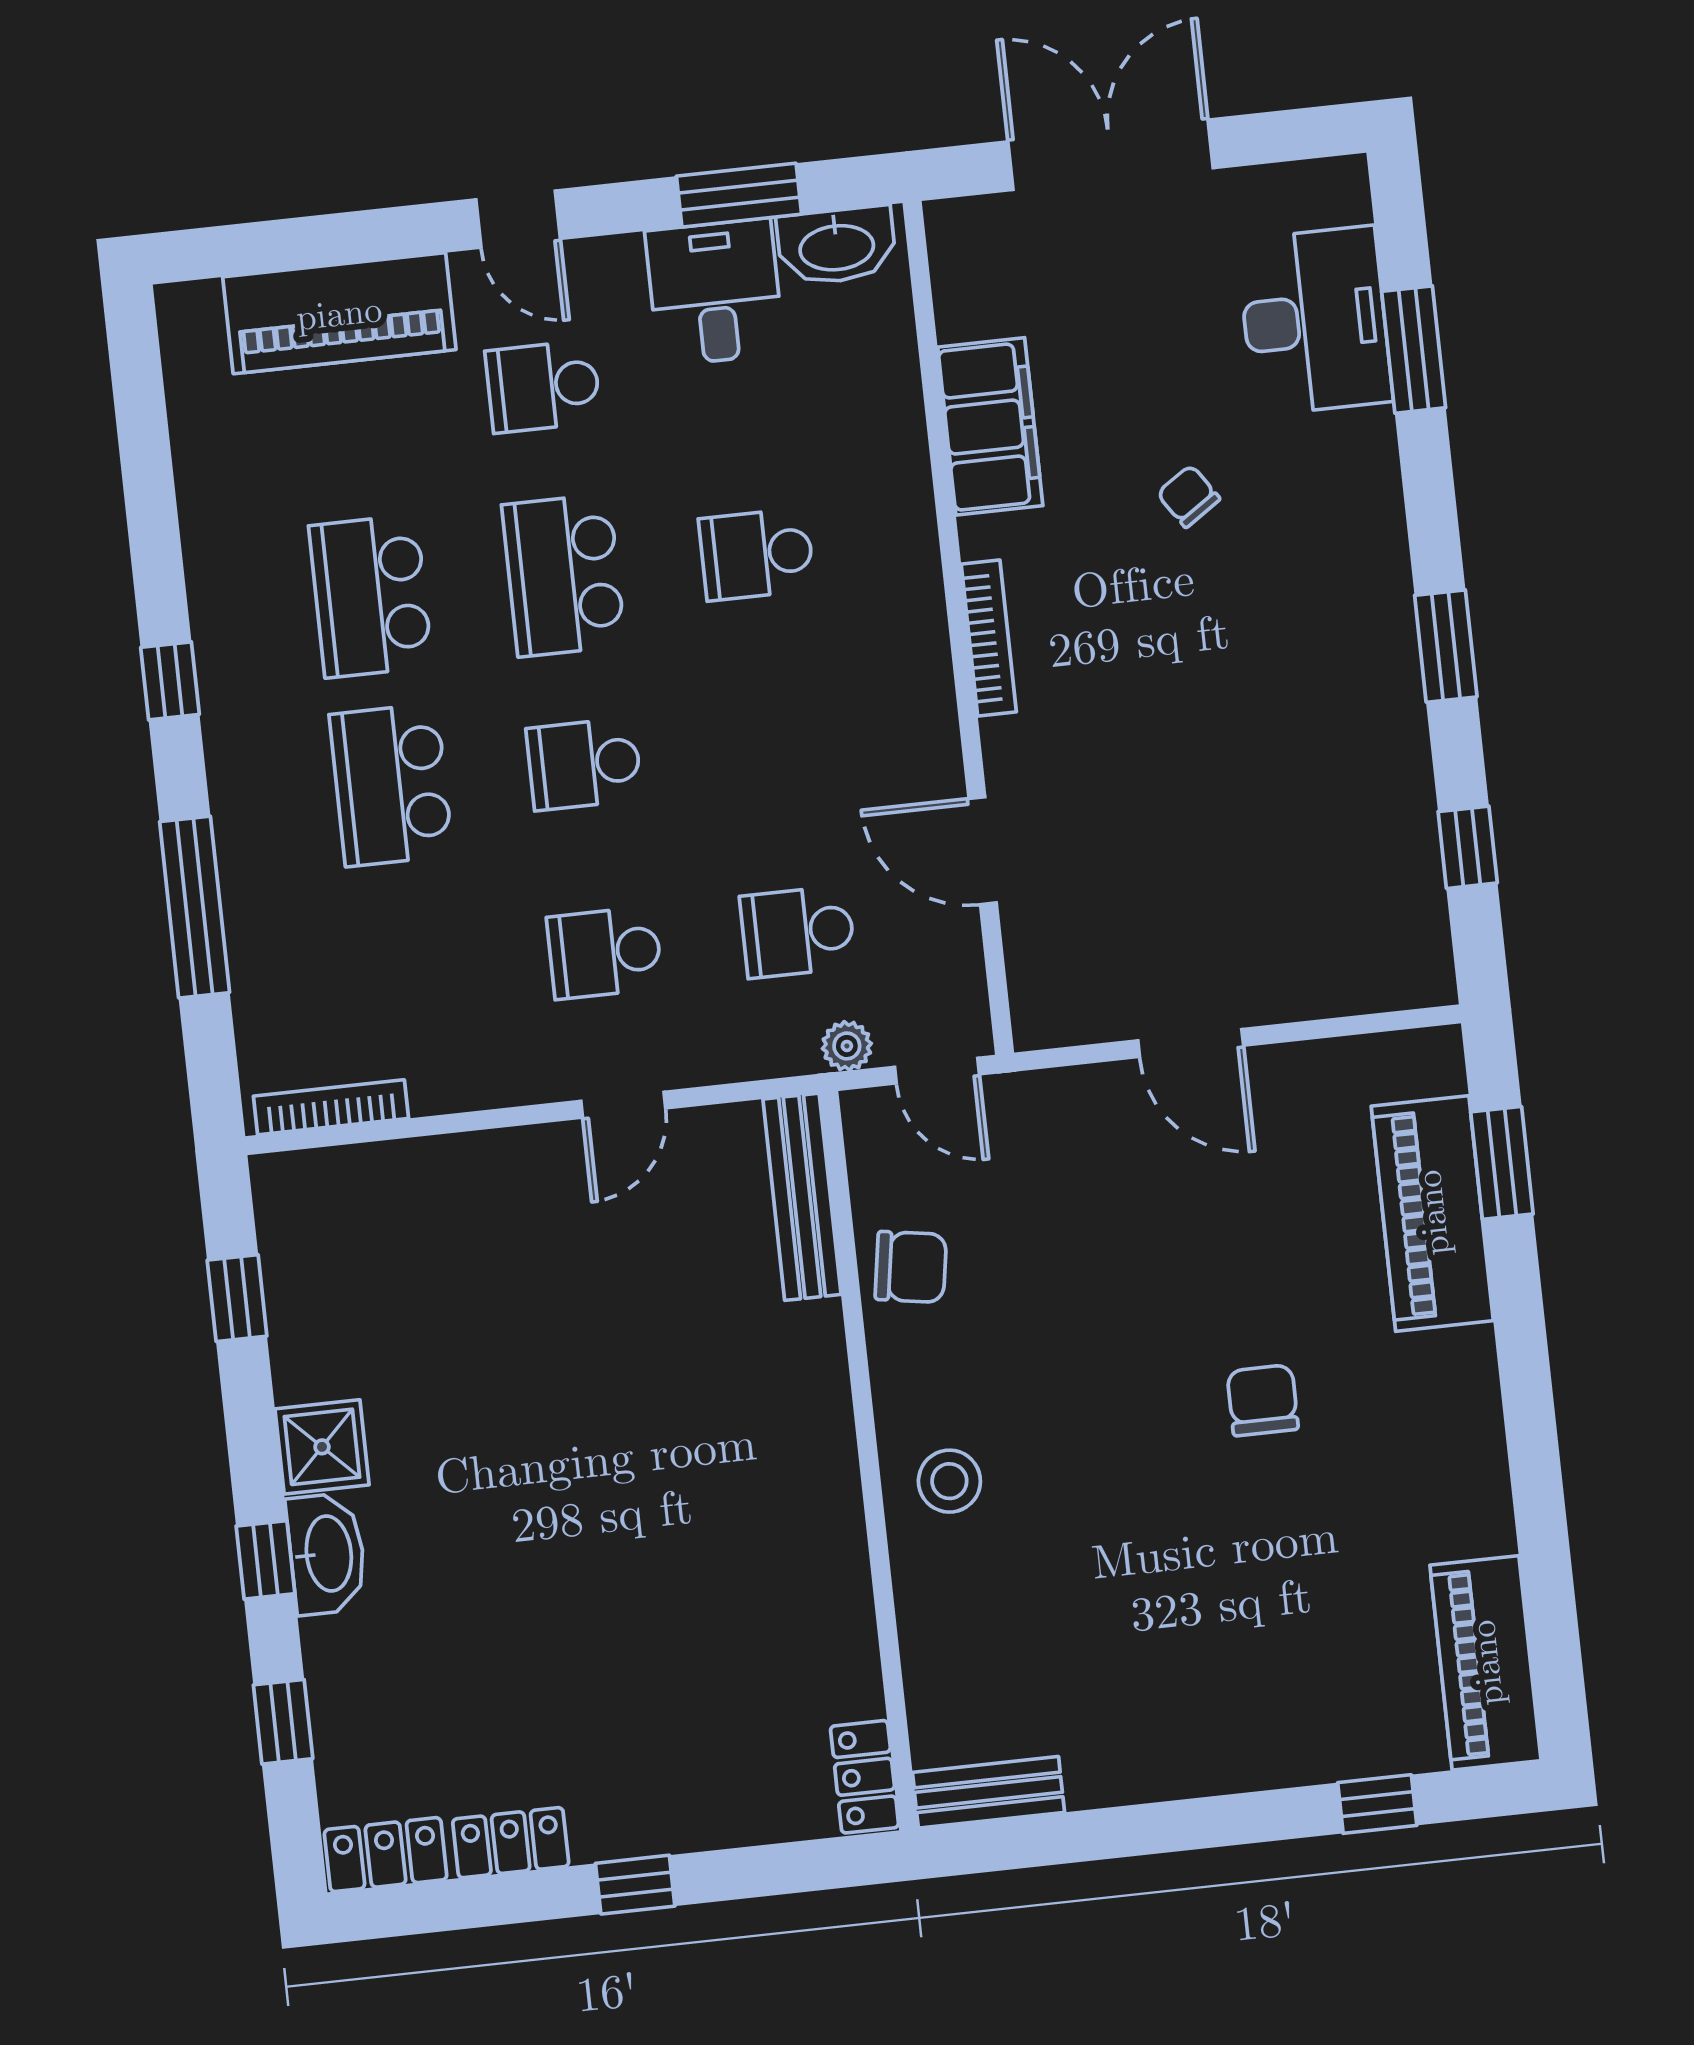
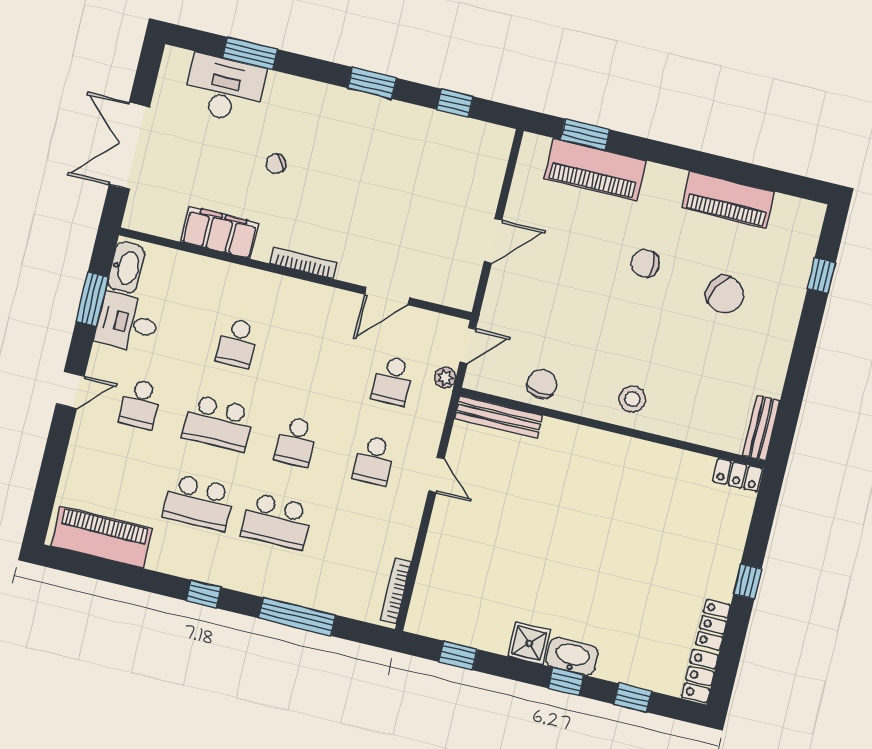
piano: (339, 313) -> (102, 537), moved, turned -90
chair: (1257, 1604) -> (725, 295), added
piano: (1486, 1663) -> (728, 200), moved

